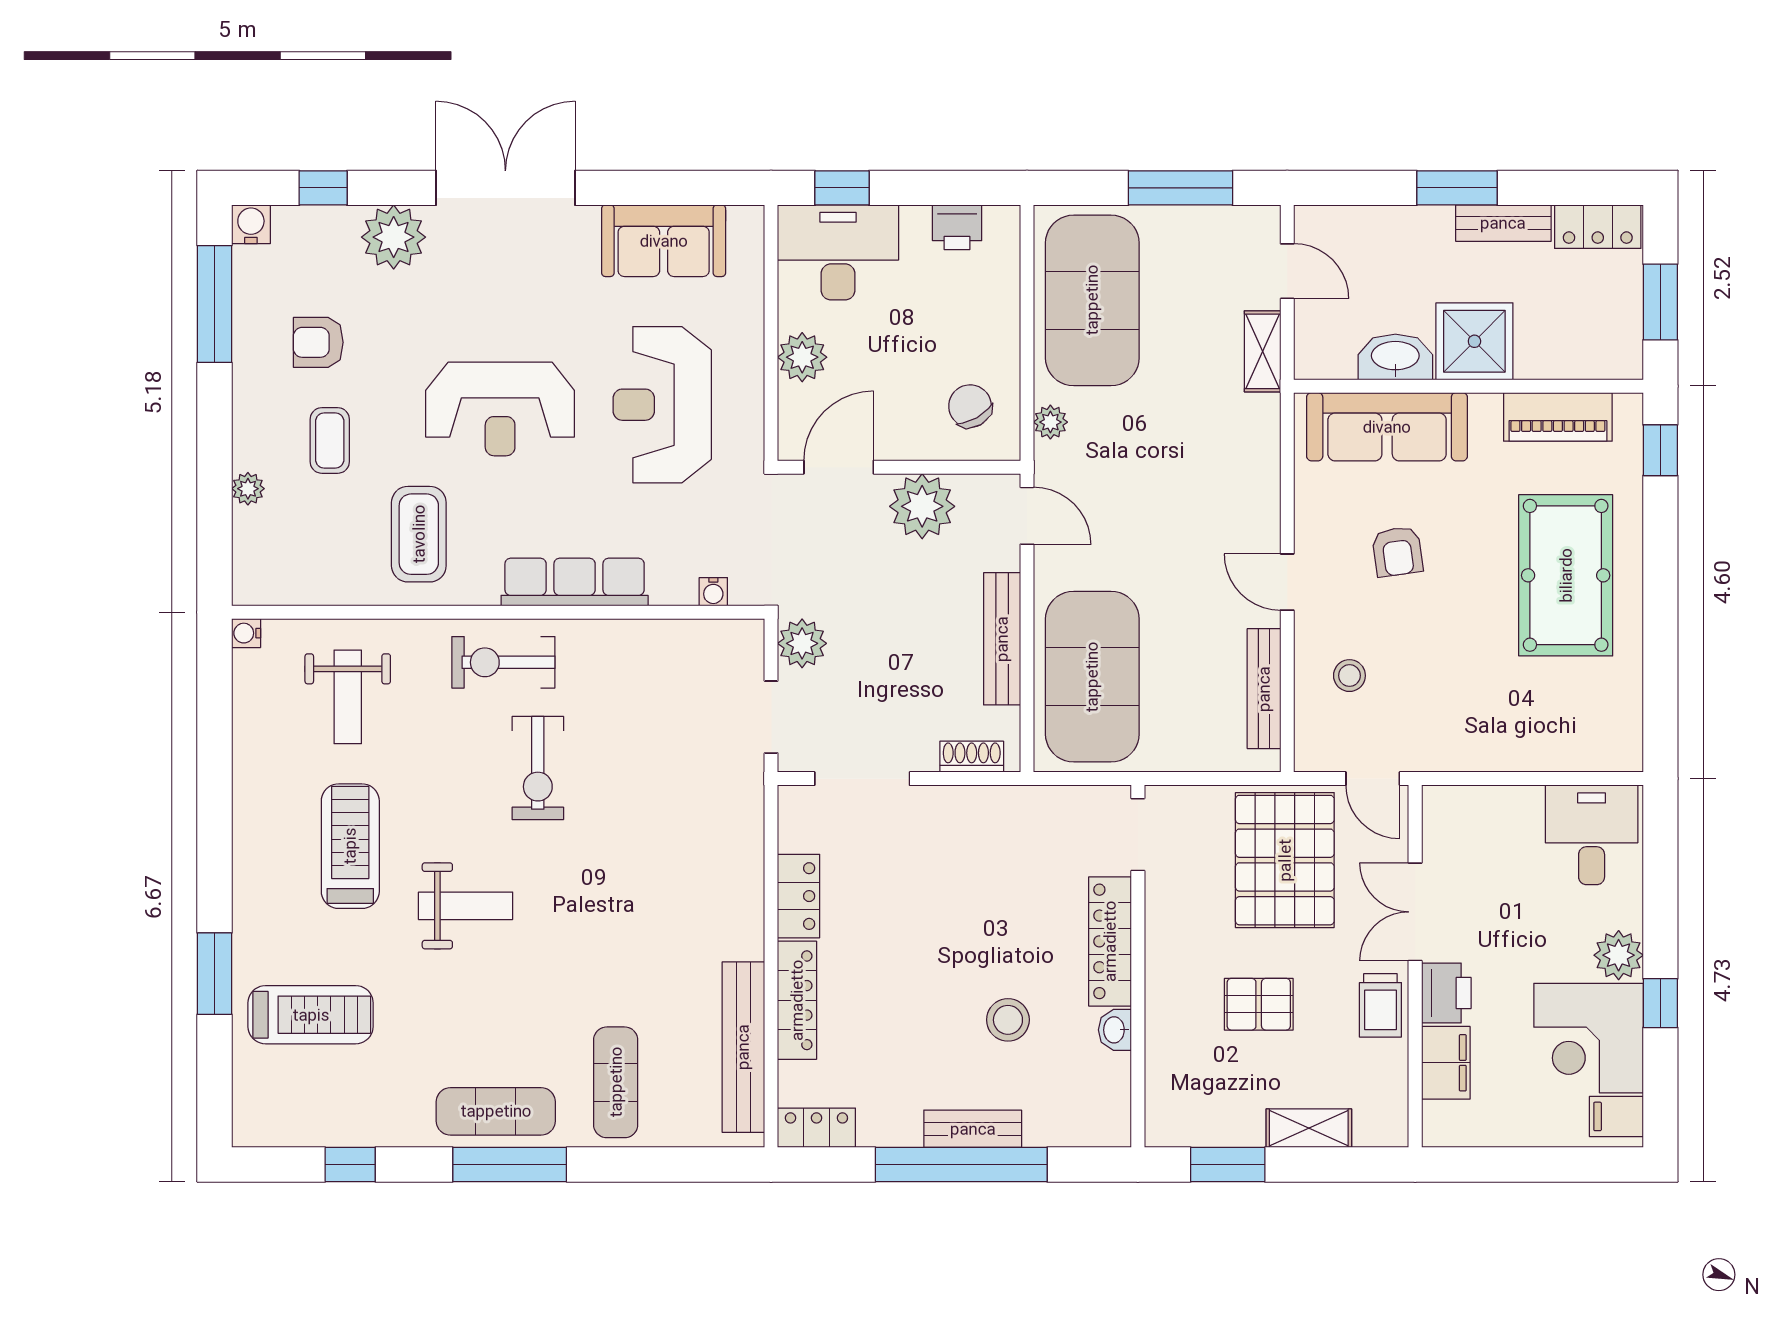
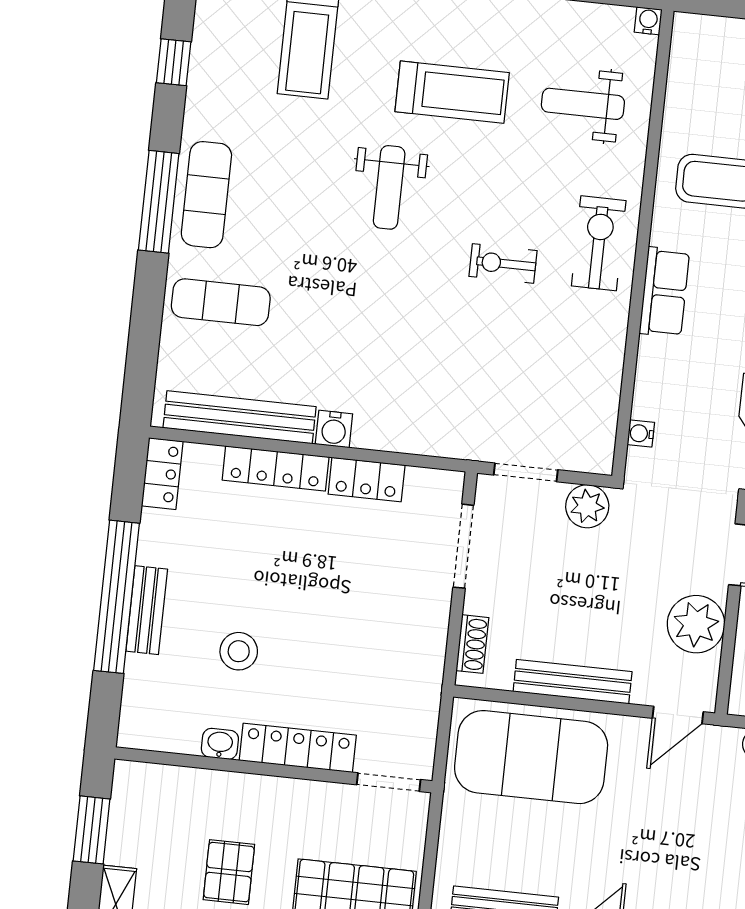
row of seats: (575, 582) -> (664, 292), width x0.68
exercise bike: (538, 768) -> (503, 263), width x0.73, depth x0.72
water cooler: (745, 939) -> (334, 429), added

